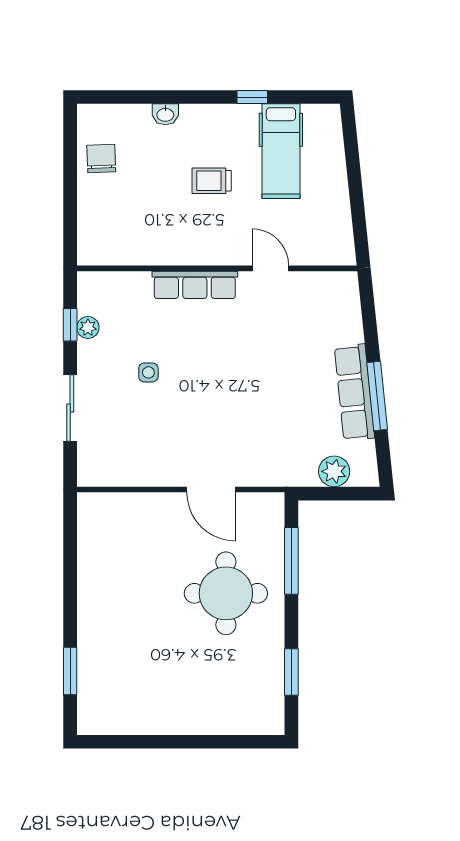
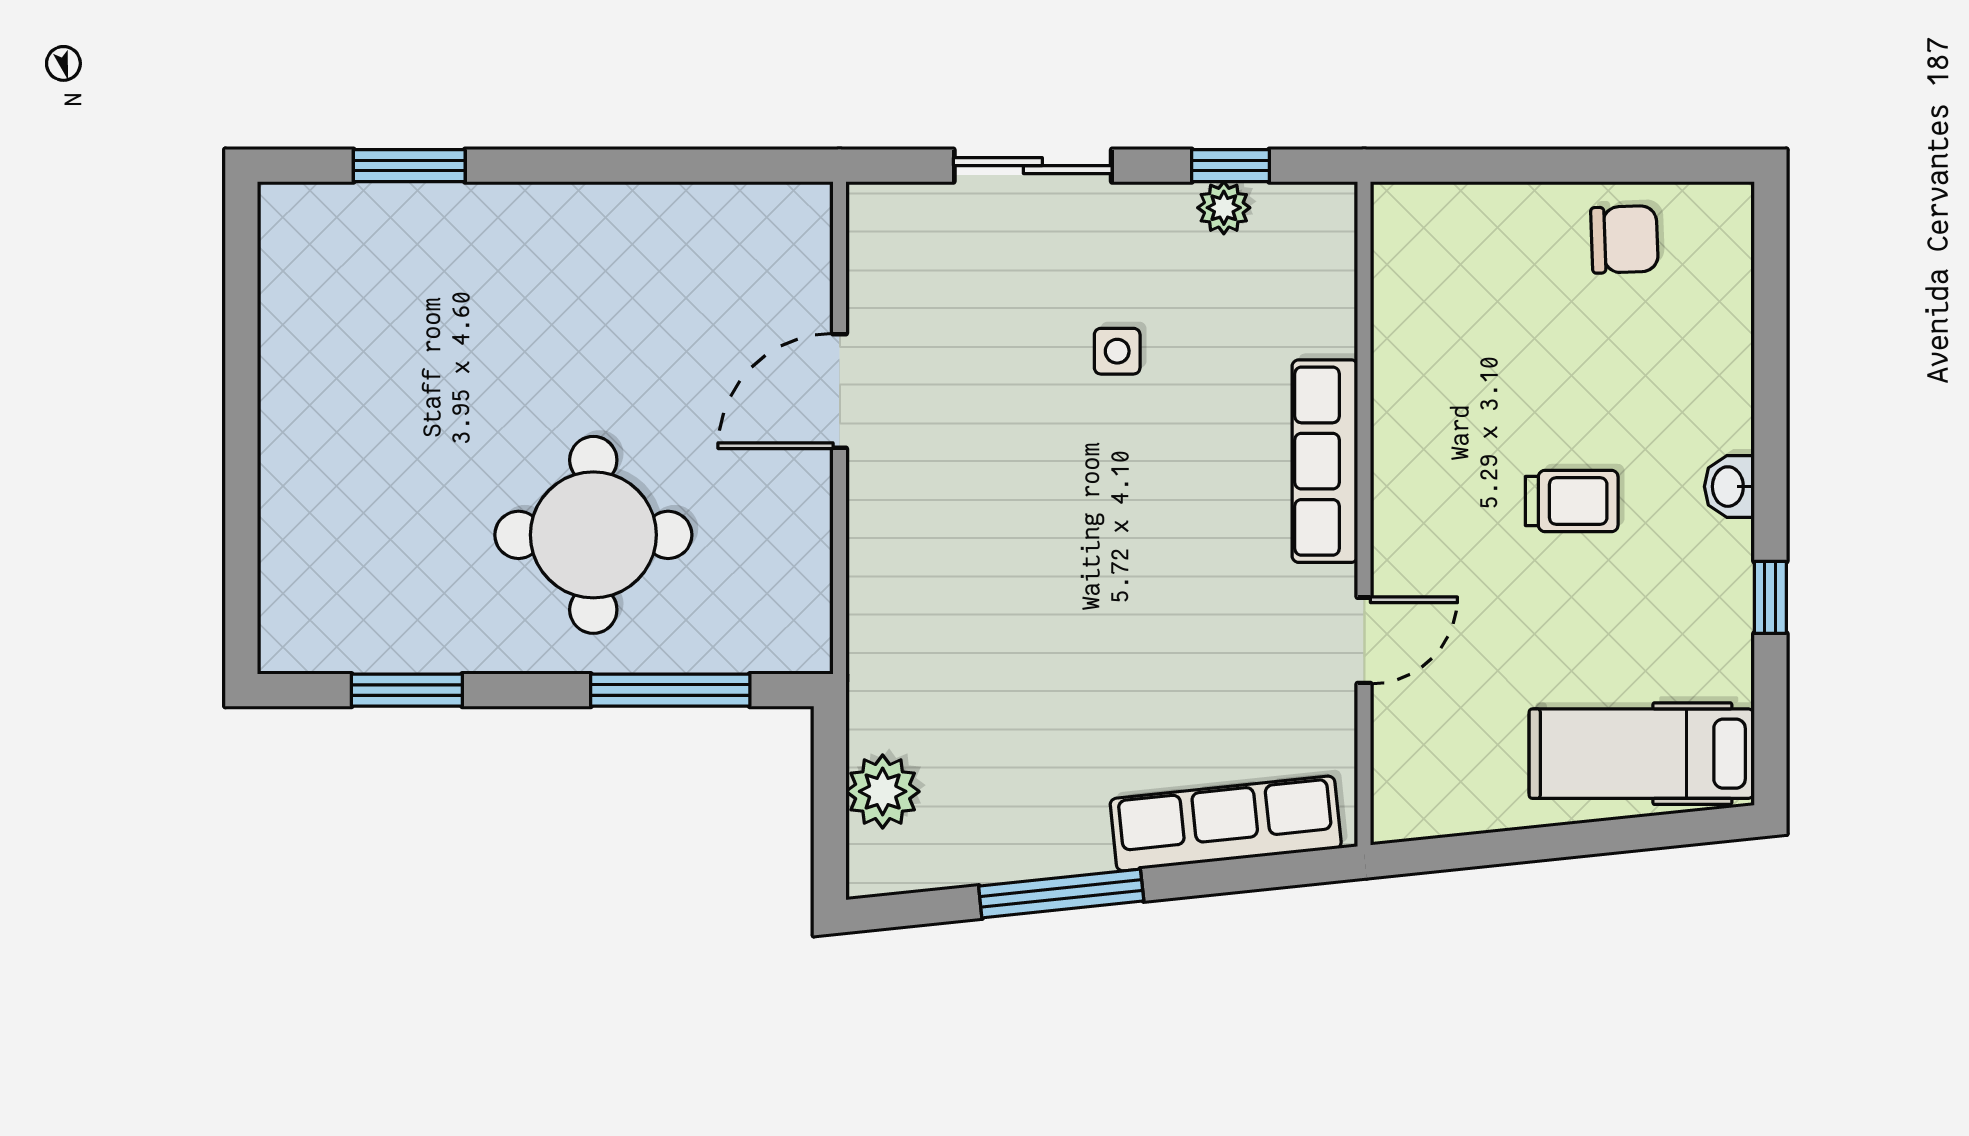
washbasin: (165, 114) -> (1729, 487), moved
hospital bed: (281, 151) -> (1642, 754), moved
trolley: (212, 181) -> (1572, 501), turned 90
row of seats: (354, 392) -> (1226, 824), moved
door: (211, 490) -> (840, 391), moved

